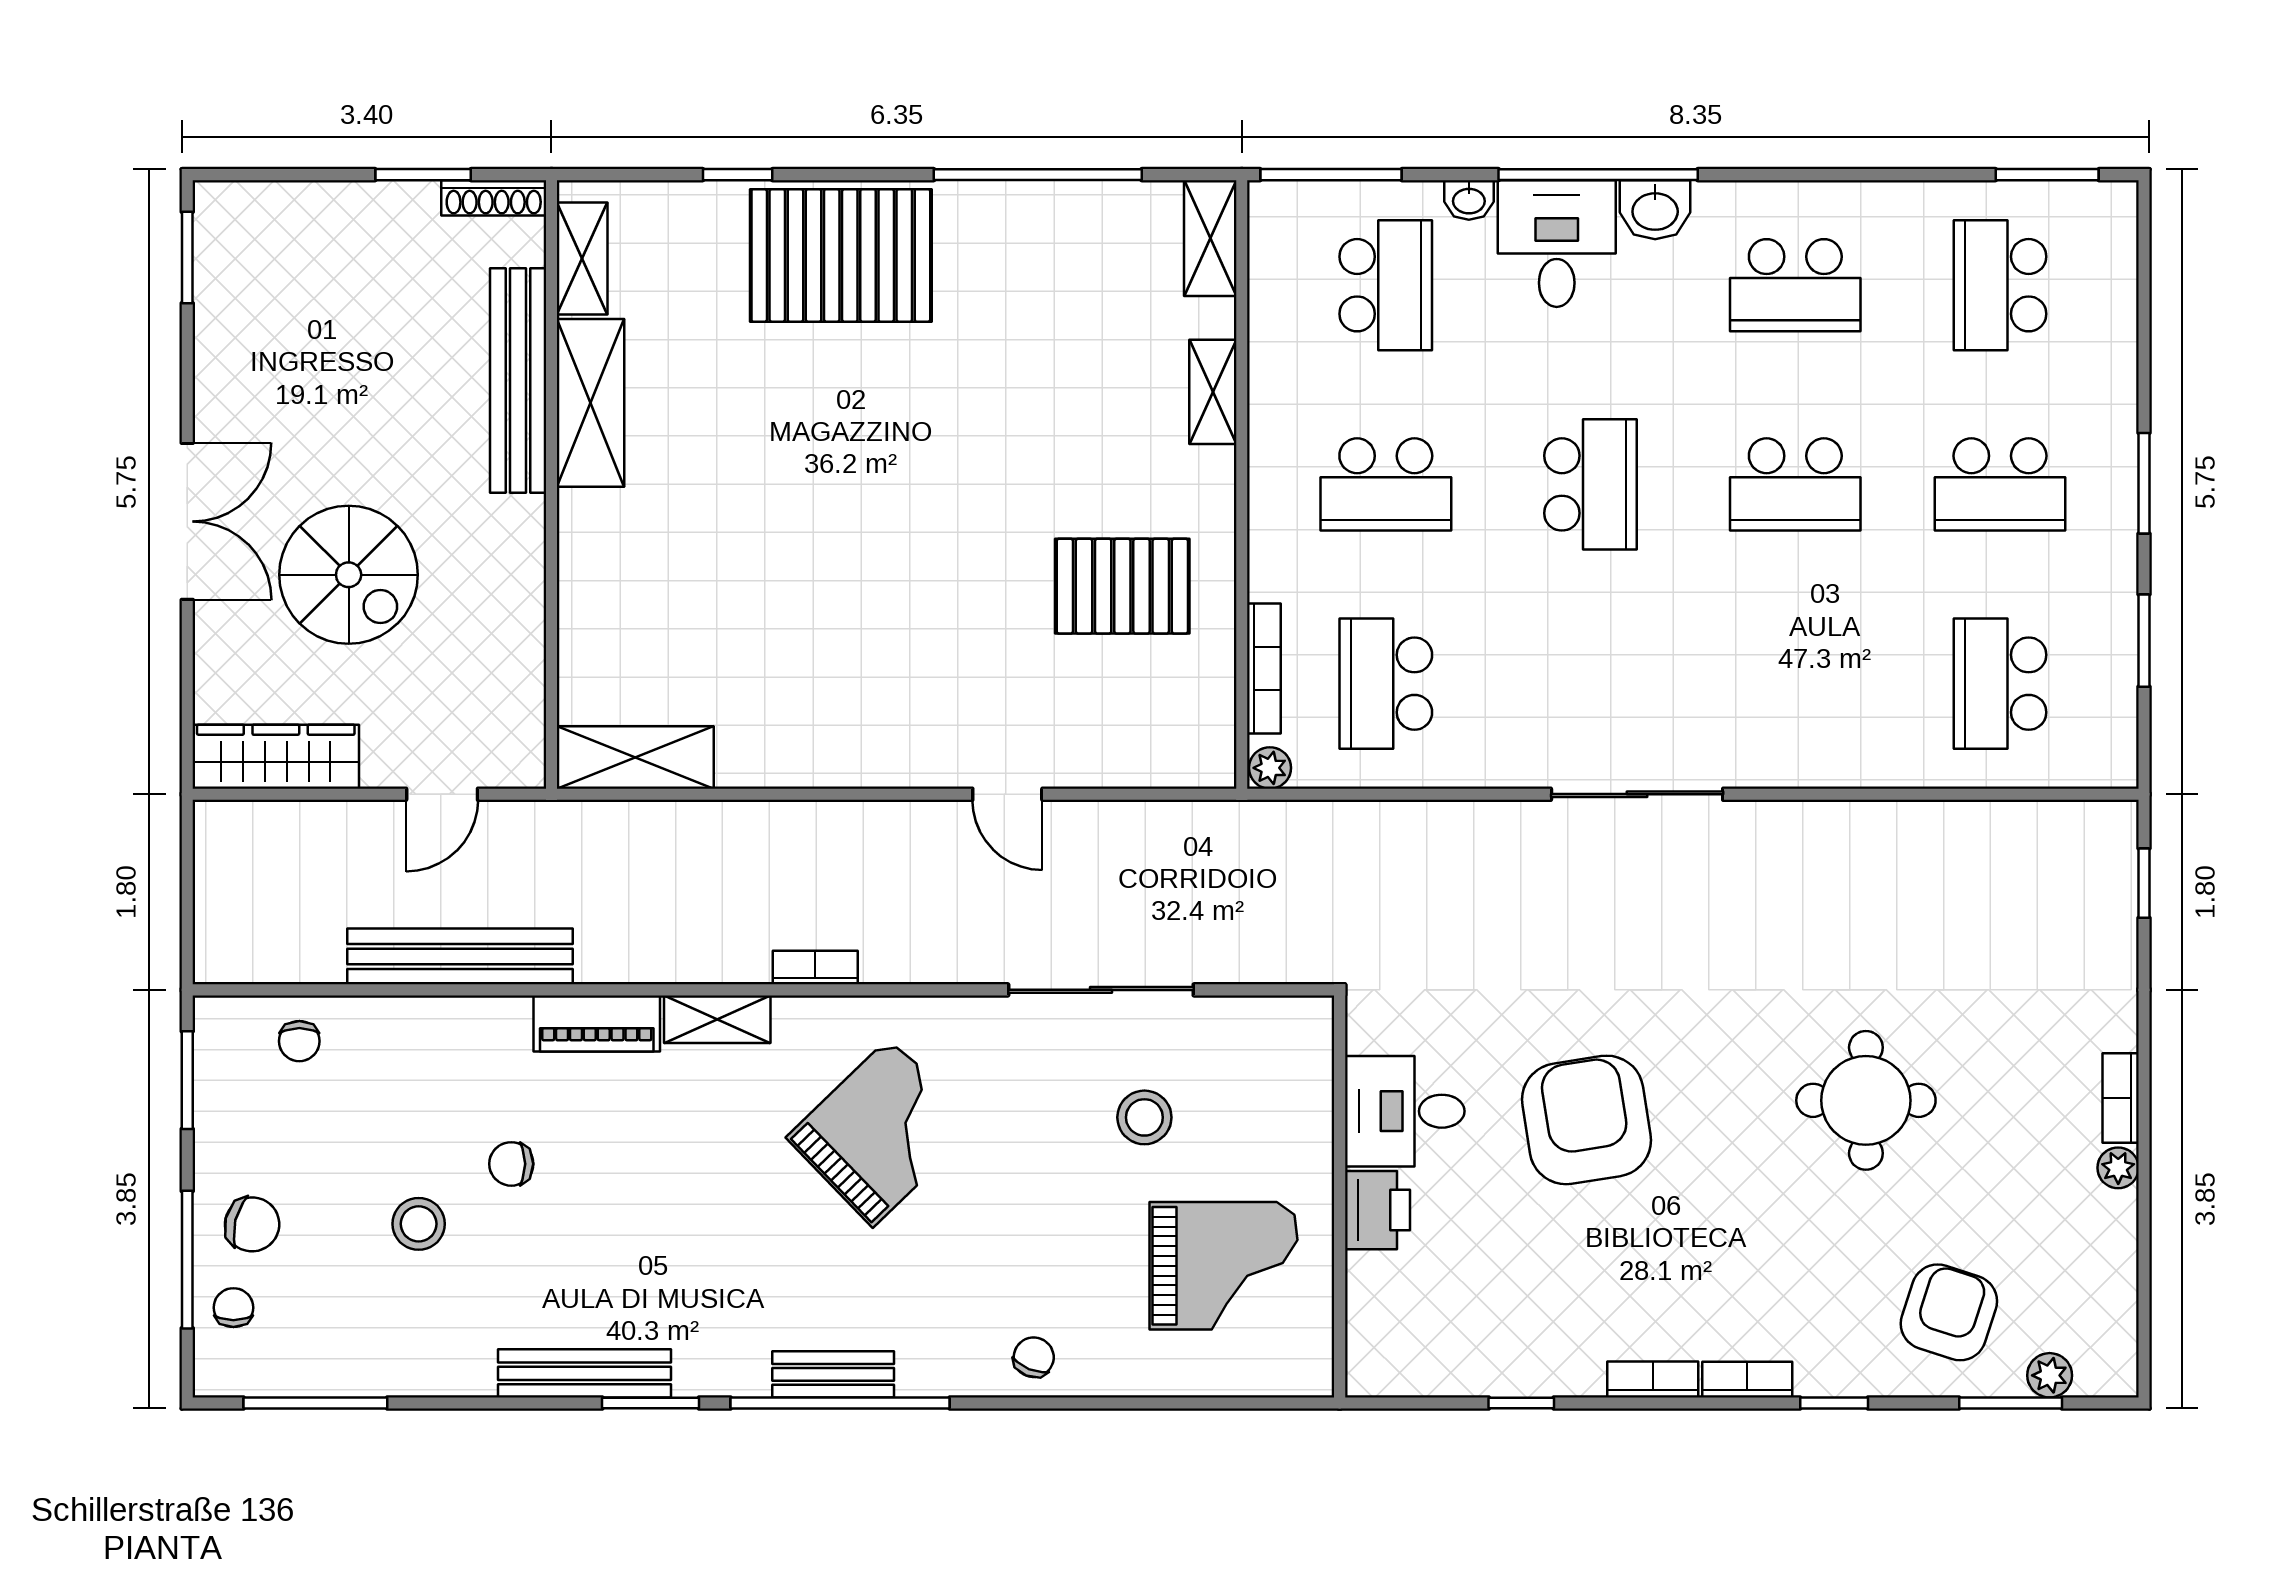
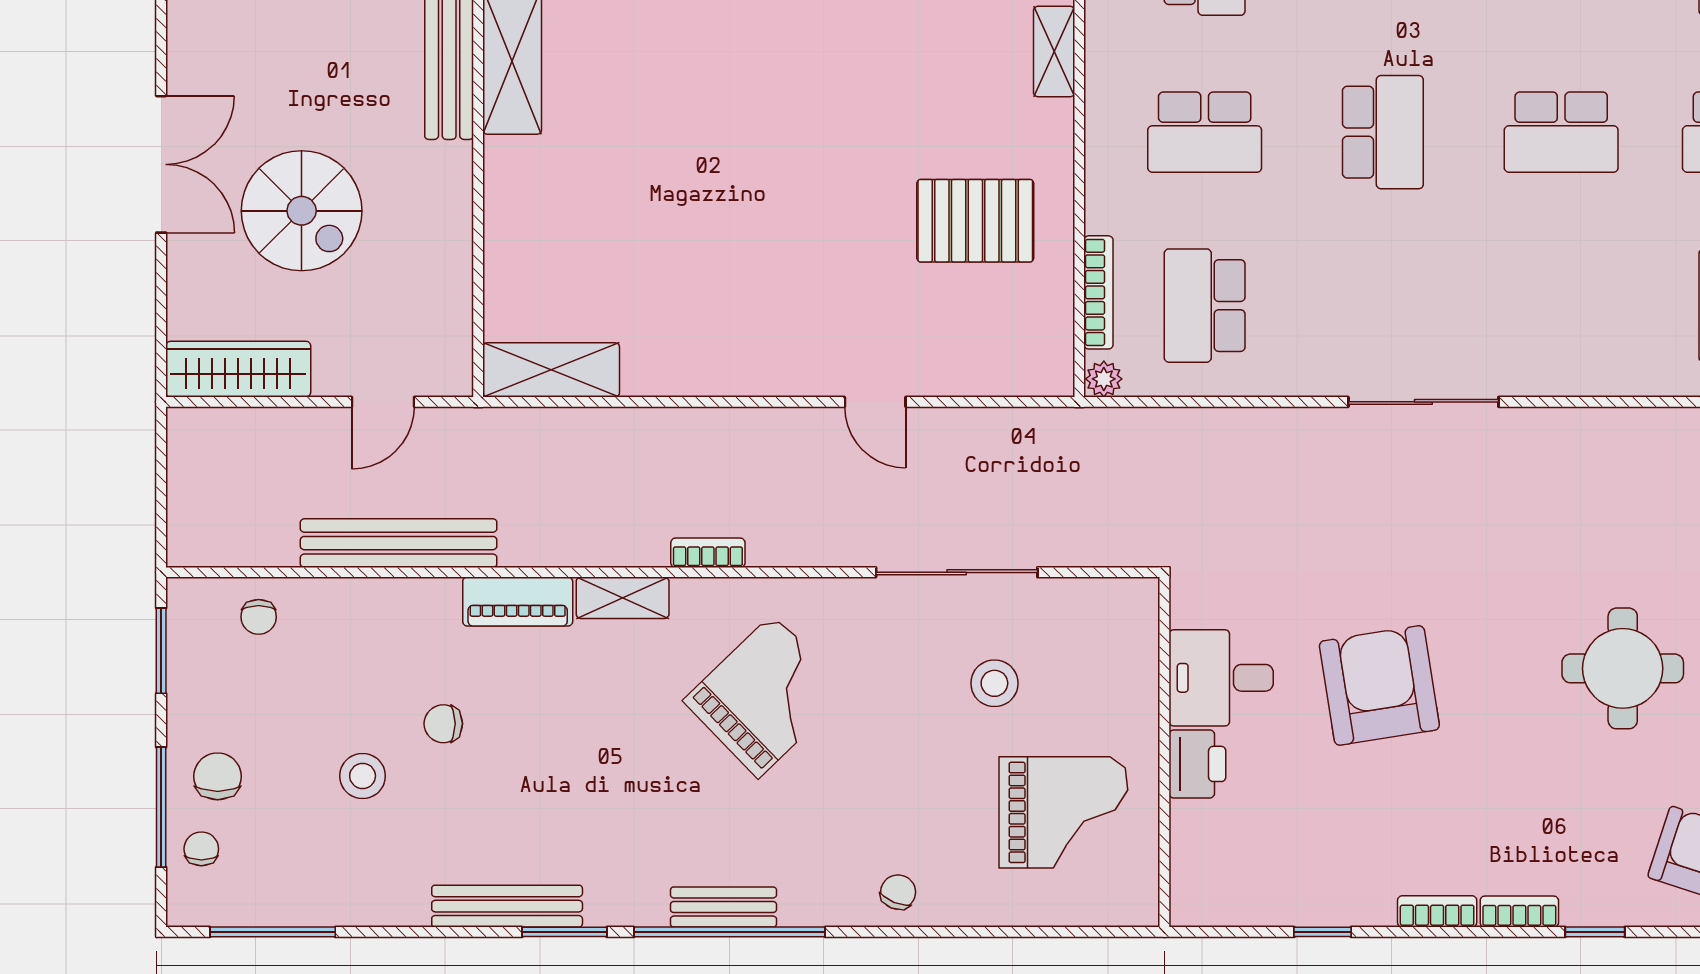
chair: (252, 1224) -> (218, 776), turned -104

